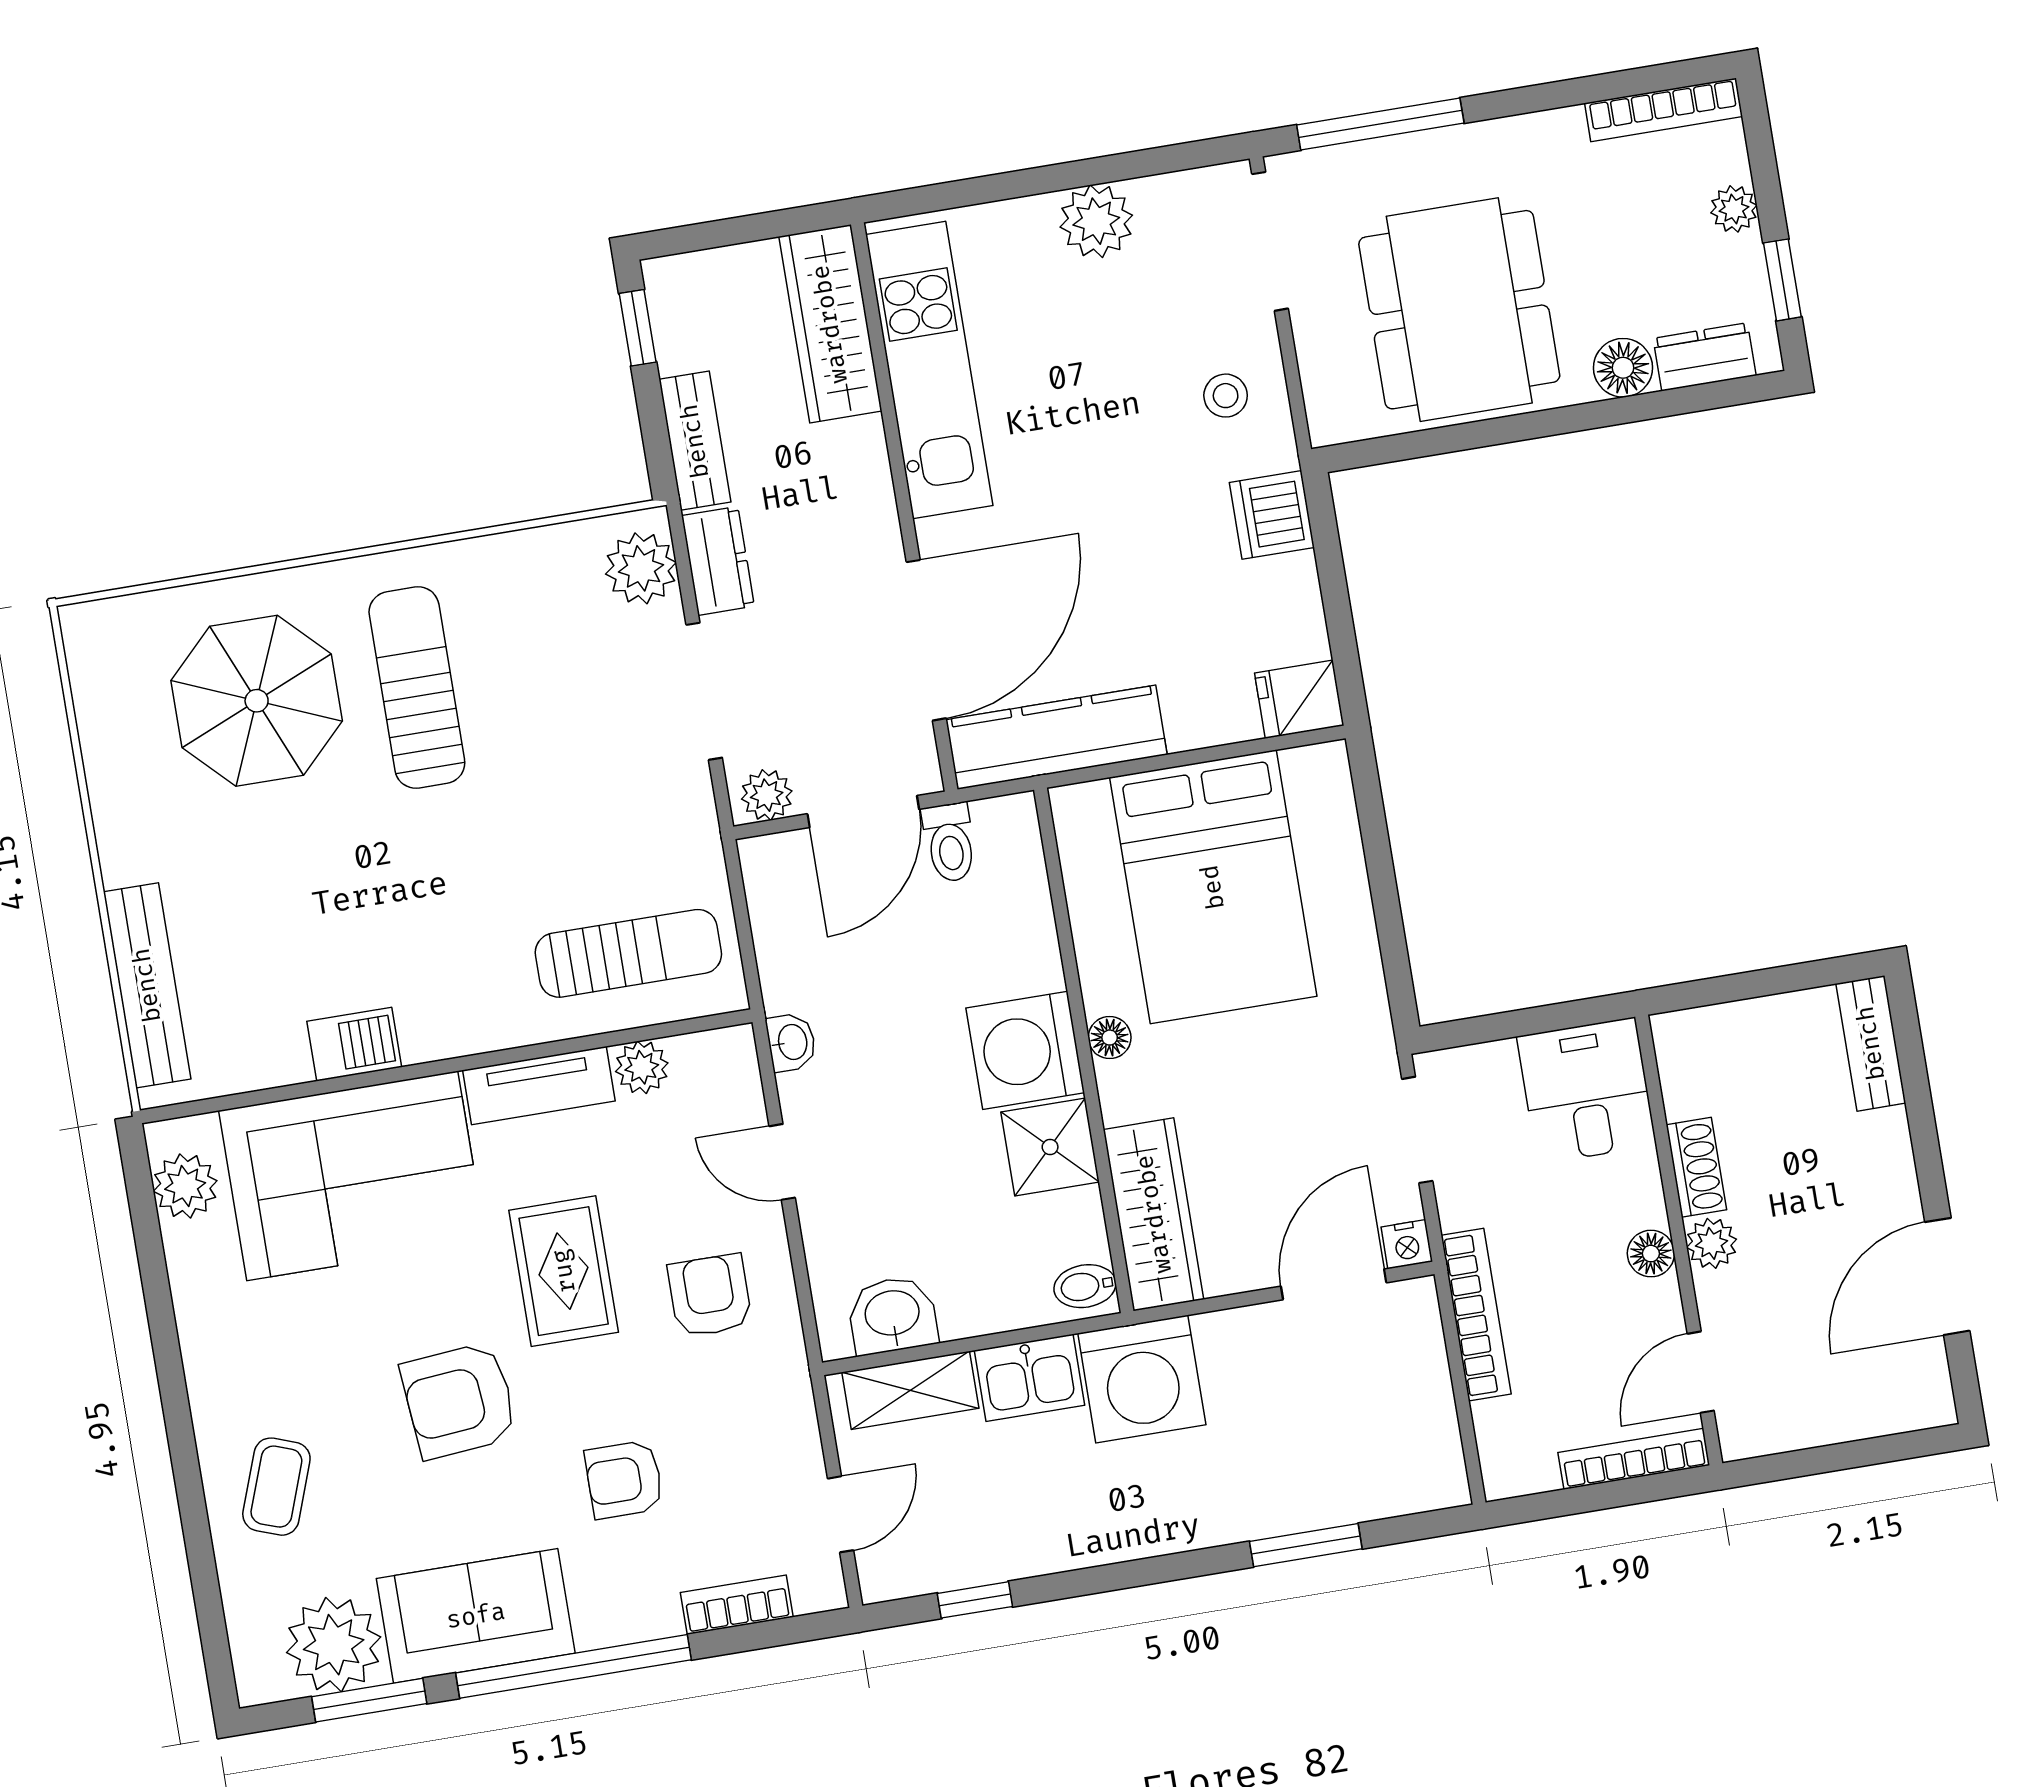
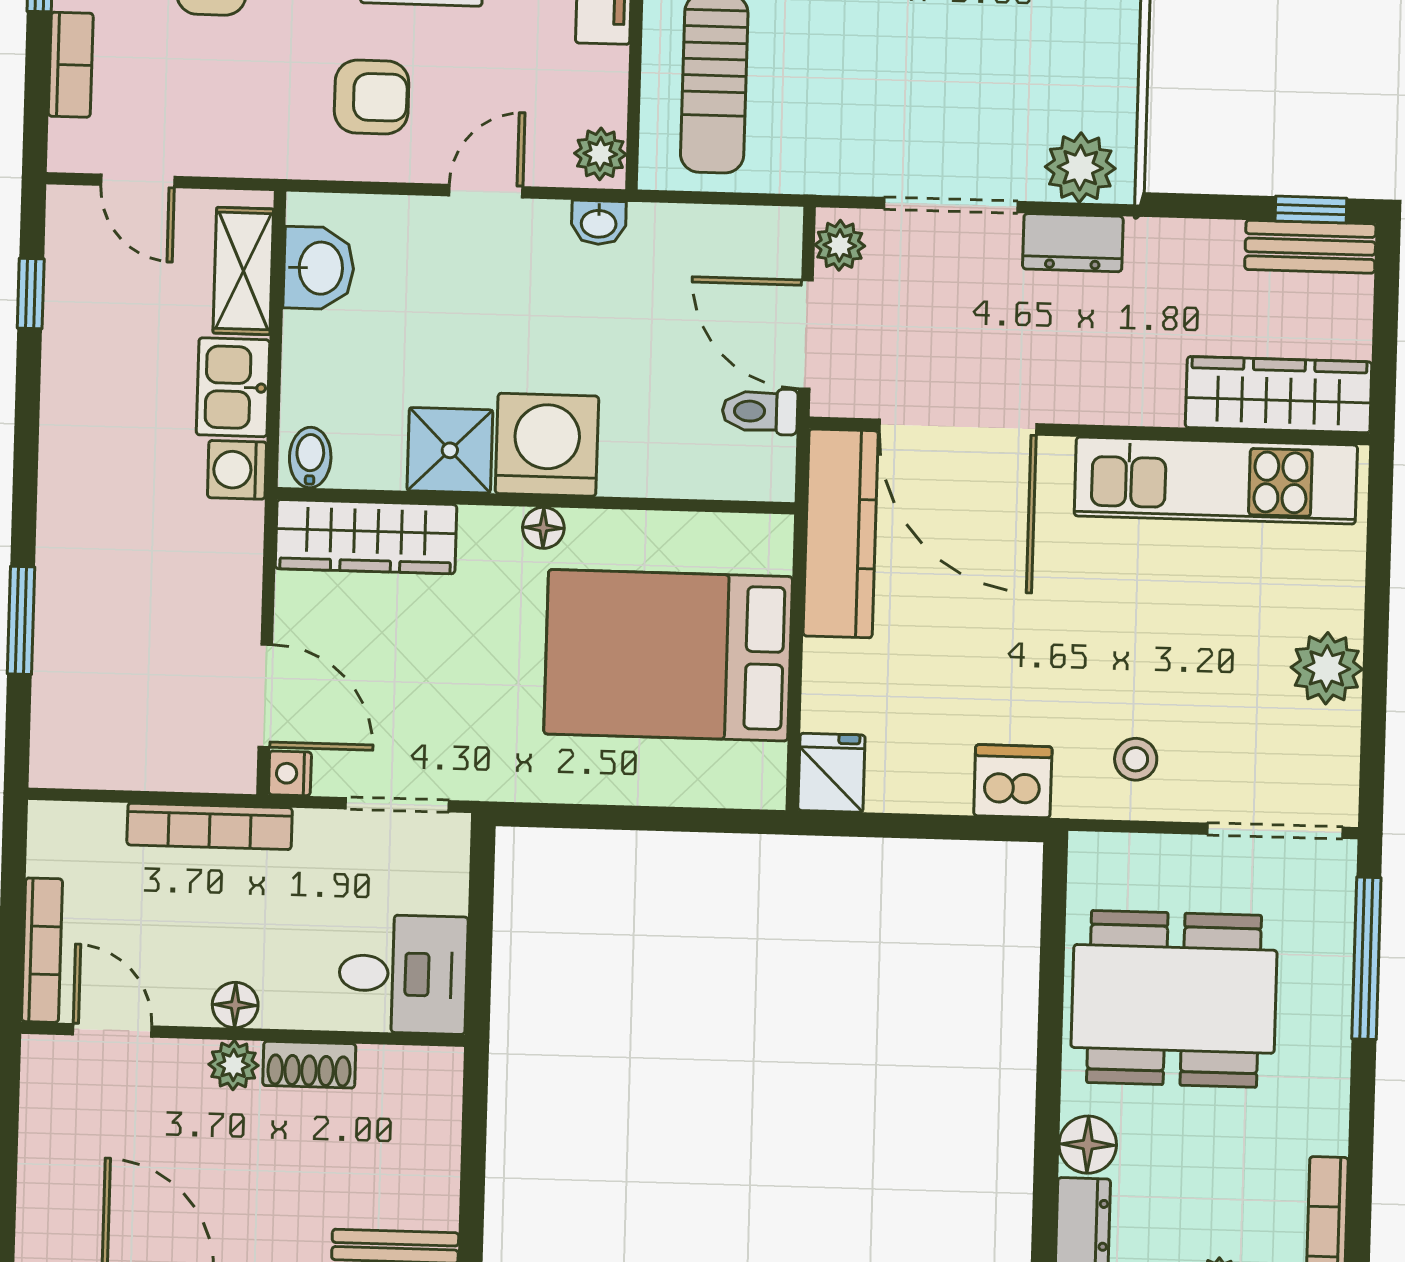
bench: (695, 441) -> (1310, 247), moved
plant: (642, 1067) -> (600, 154), moved
washing machine: (1142, 1379) -> (237, 470), width x0.53, depth x0.53

